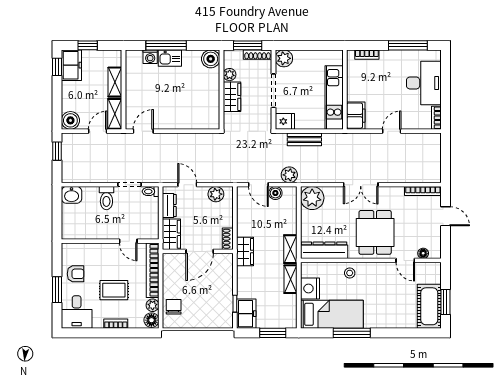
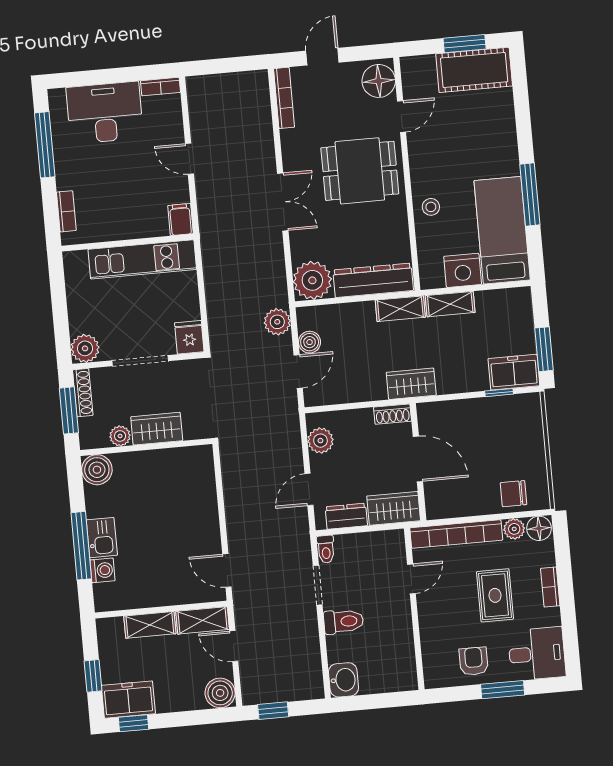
filing cabinet: (356, 116) -> (181, 220), width x0.50
bench: (304, 139) -> (216, 302), removed
dresser: (324, 250) -> (373, 280), moved, turned 90
floor lamp: (423, 253) -> (379, 81), width x1.89, depth x1.89
window: (273, 333) -> (544, 349), moved

